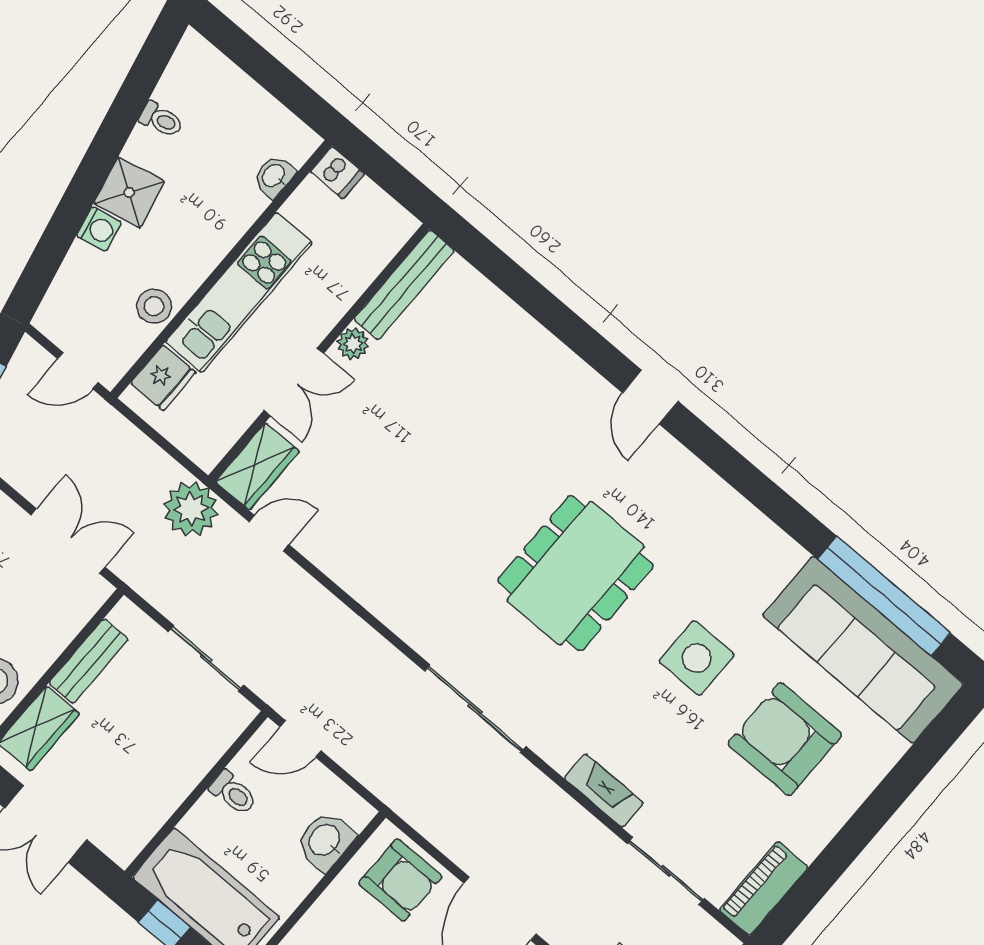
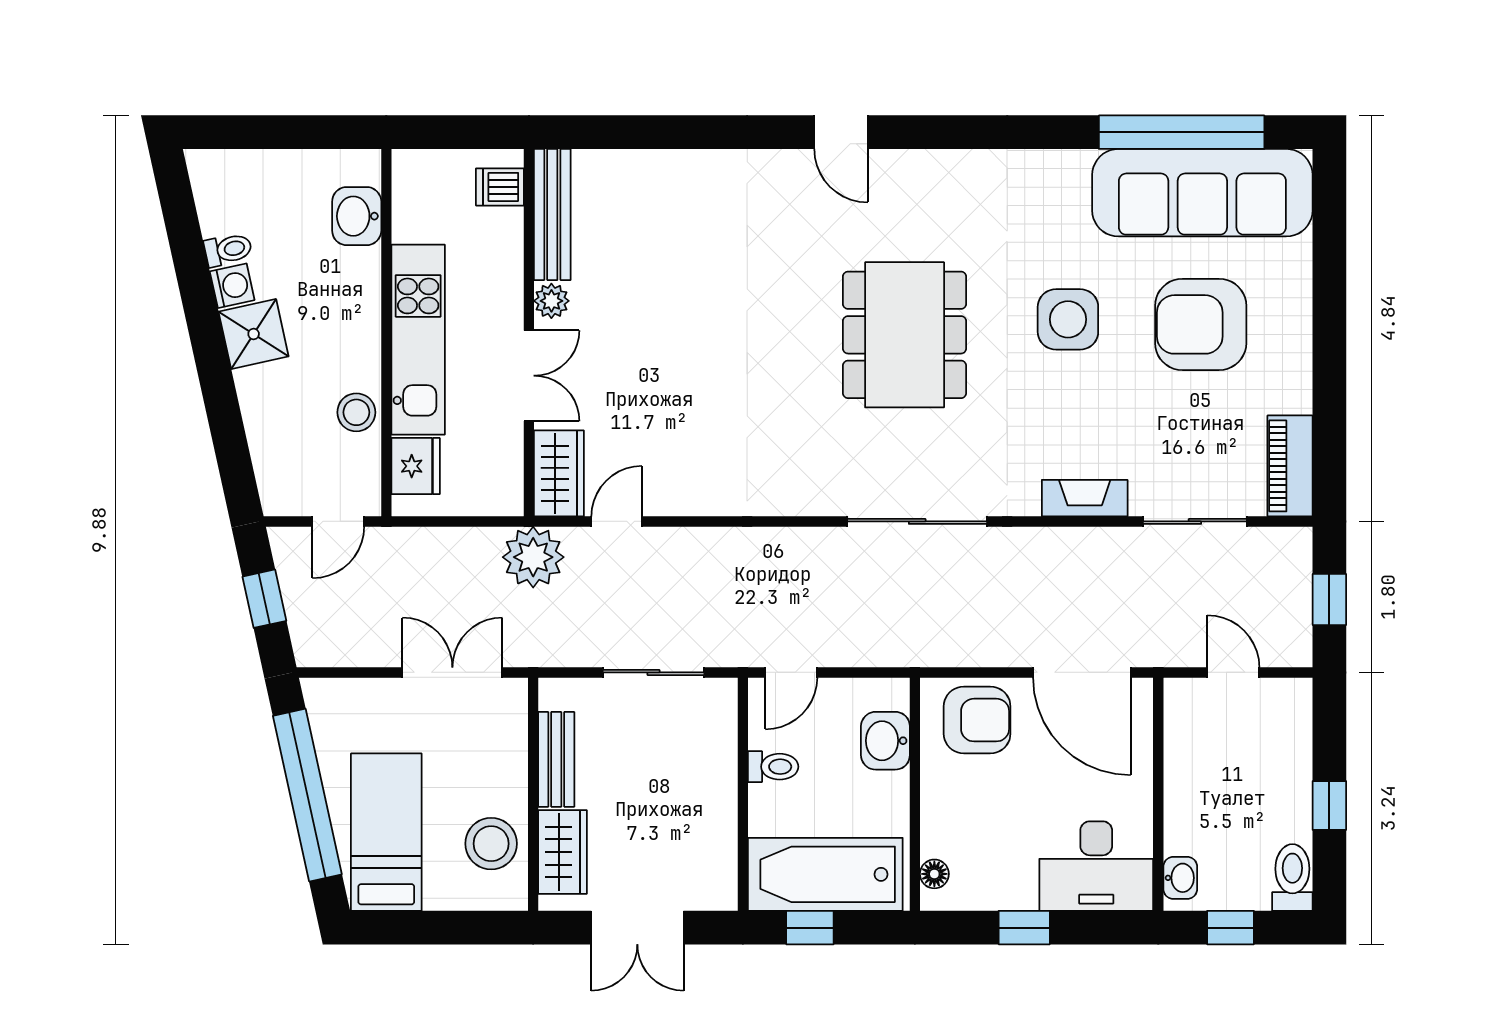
dishwasher: (337, 173) -> (500, 187), moved, turned 180
washbasin: (274, 176) -> (357, 216), width x1.38, depth x1.45
washing machine: (99, 229) -> (232, 286), moved

